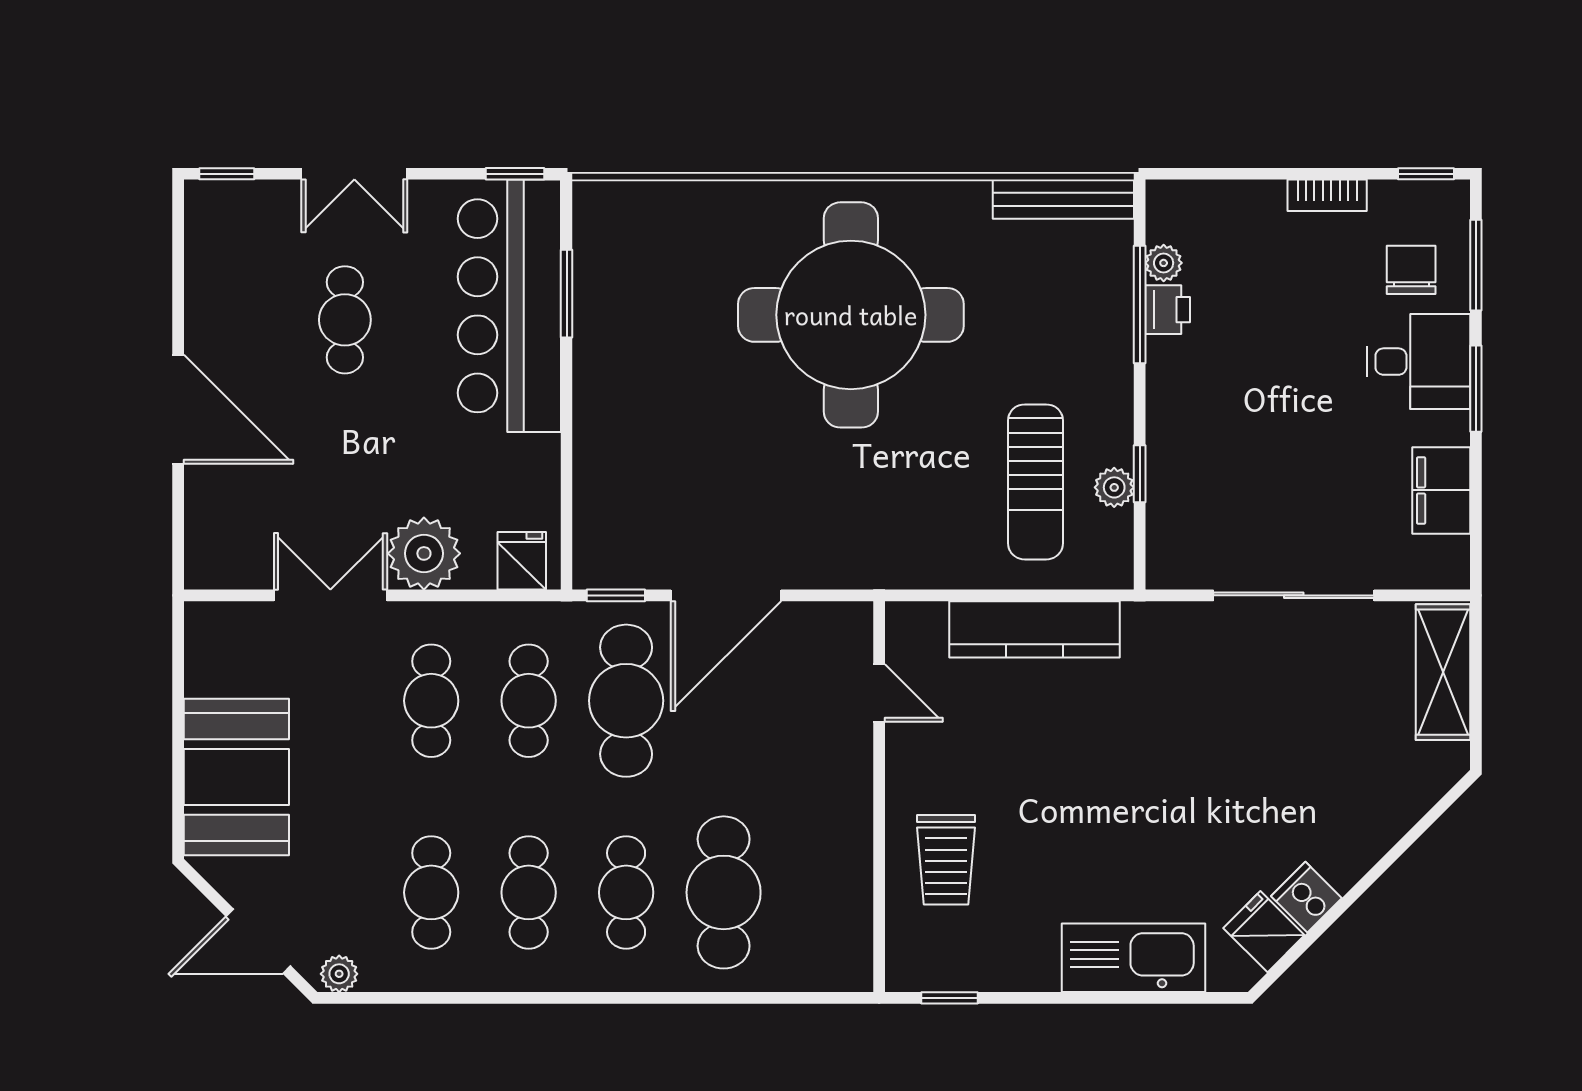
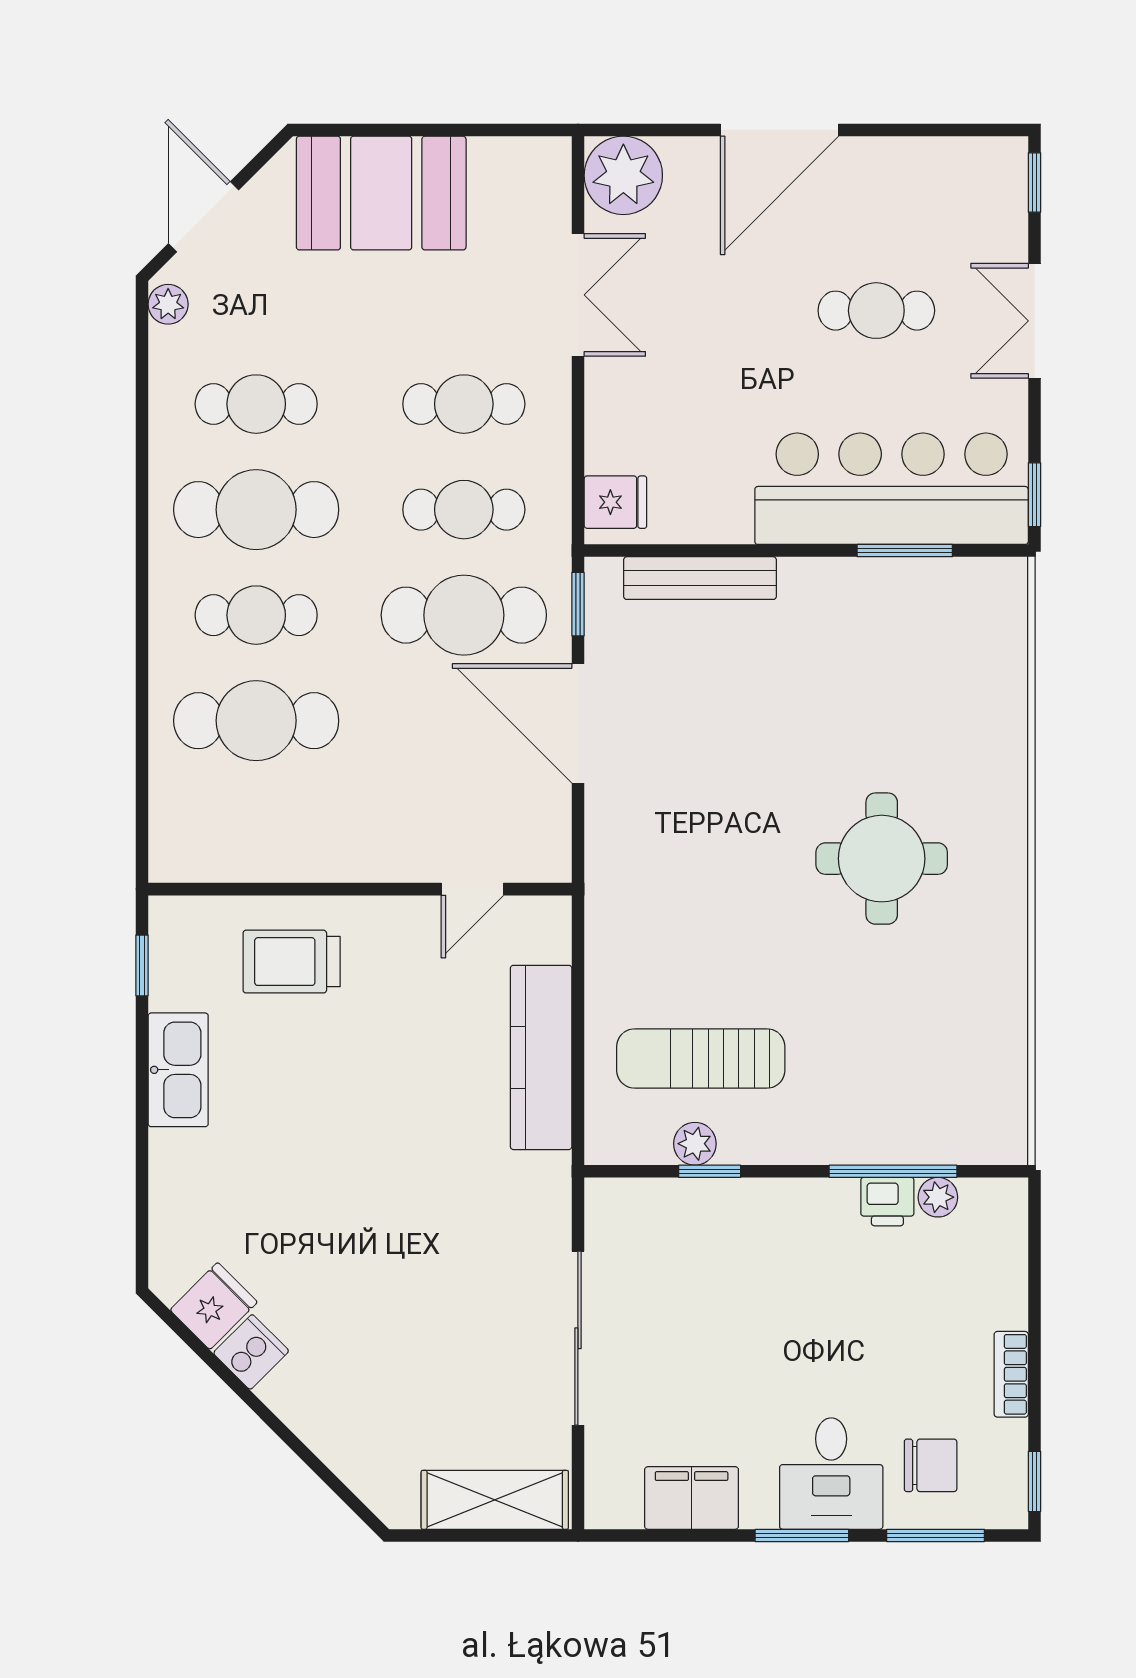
bench: (1063, 199) -> (700, 578), moved, turned 90
round table: (851, 315) -> (882, 859), width x0.54, depth x0.54
plant: (424, 553) -> (623, 175), moved
cafe table: (529, 892) -> (256, 510), width x1.37, depth x1.35
kitchen sink: (1133, 958) -> (178, 1070), moved, width x0.73, depth x0.81

